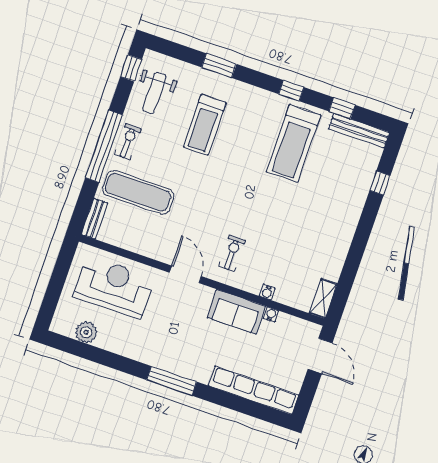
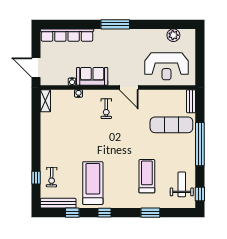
exercise bike: (128, 142) -> (52, 177), moved

